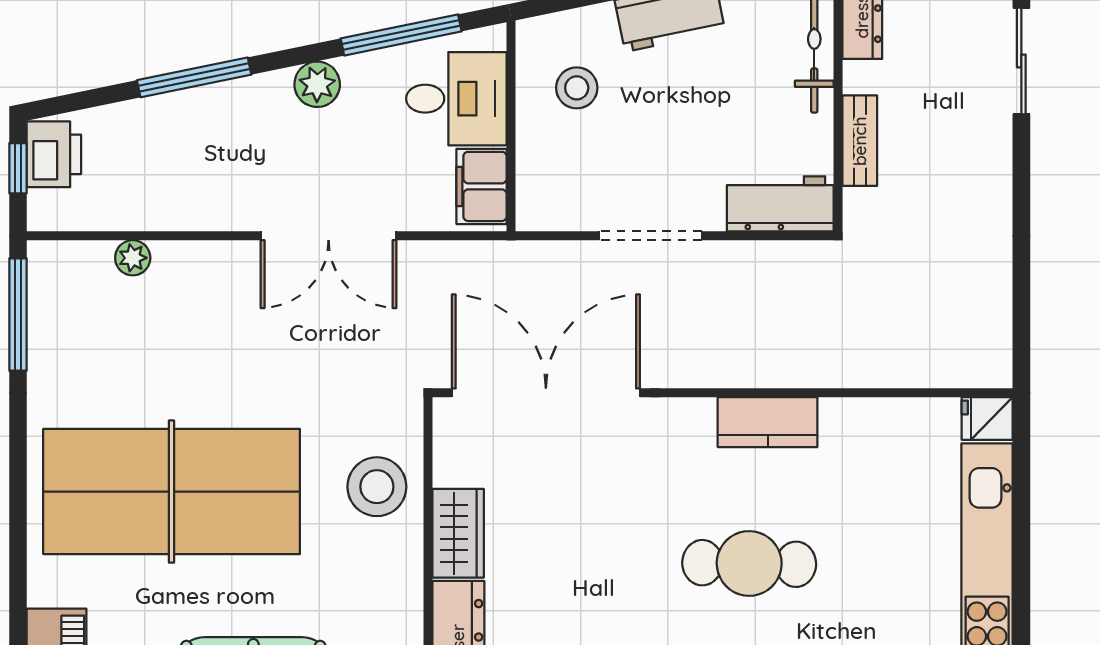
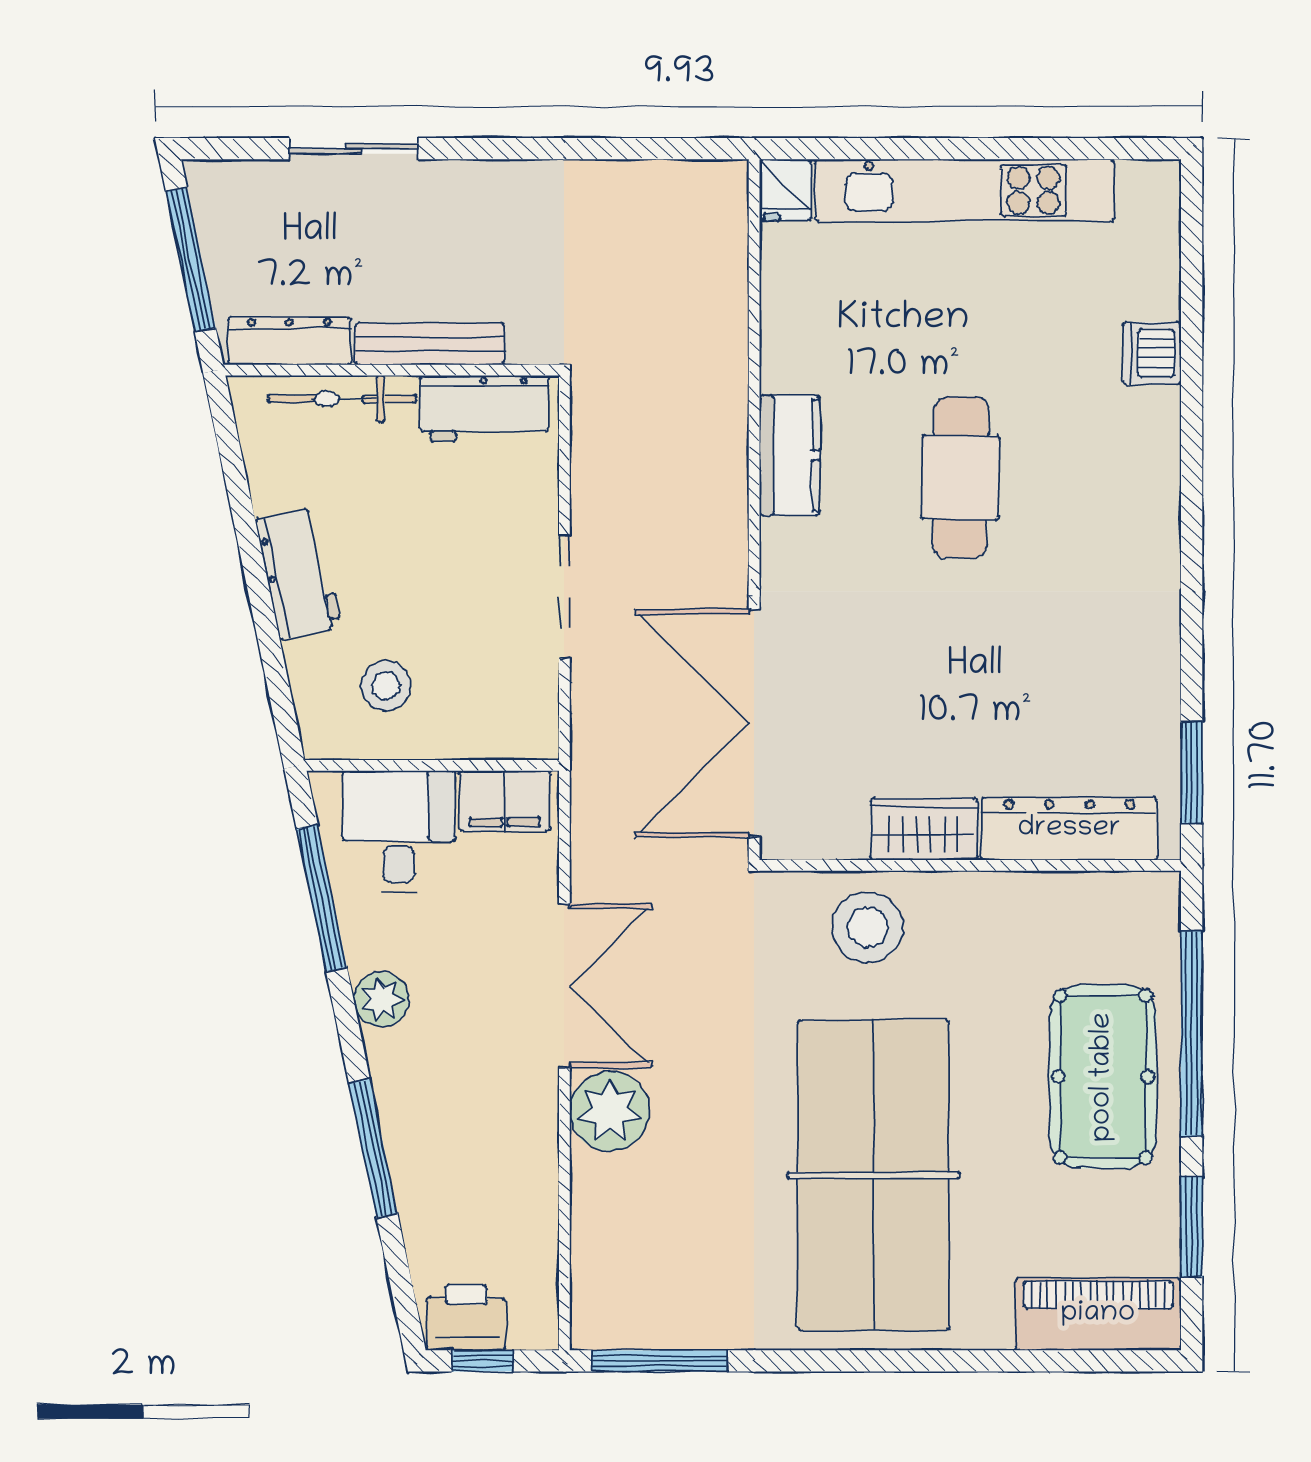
bench: (860, 141) -> (430, 344), width x1.36
workbench: (780, 204) -> (484, 409), moved, turned -90
plant: (133, 258) -> (610, 1111), moved, width x1.88, depth x1.88

